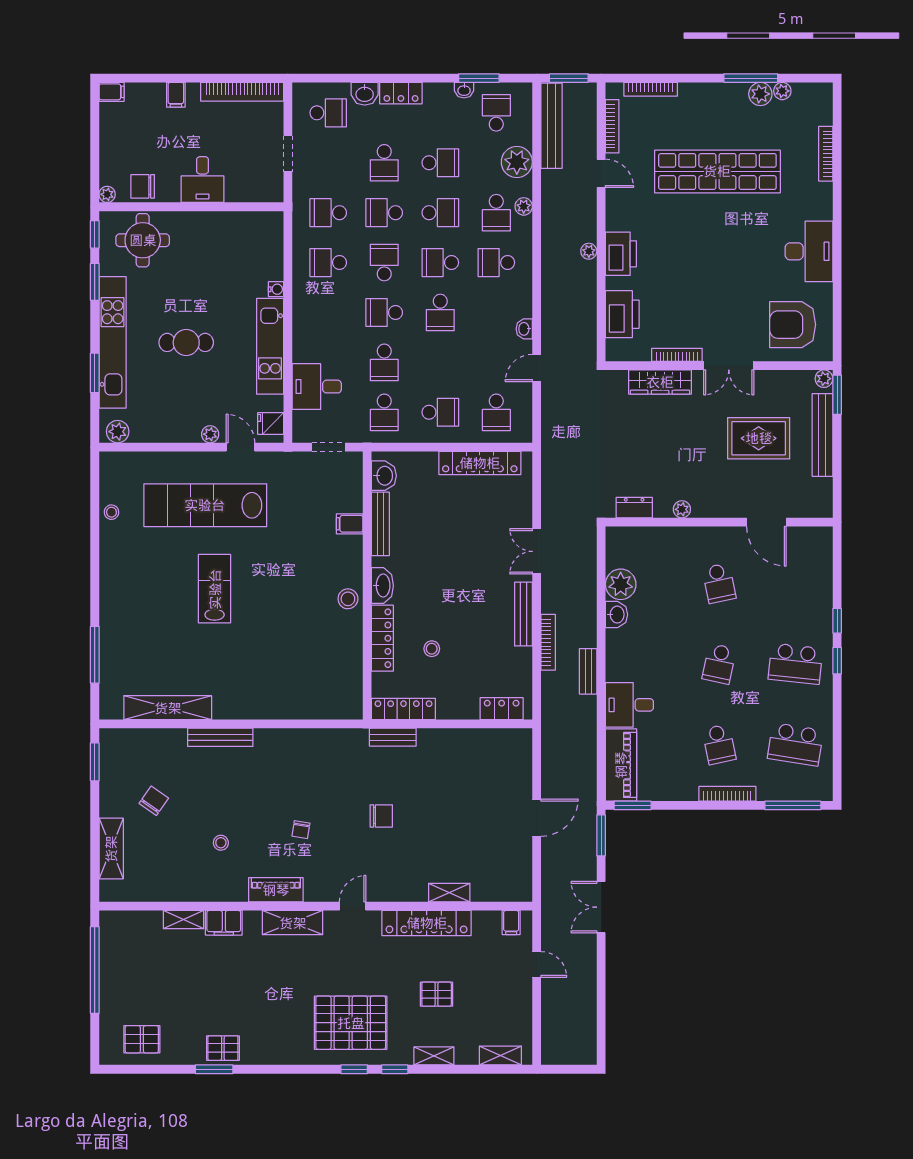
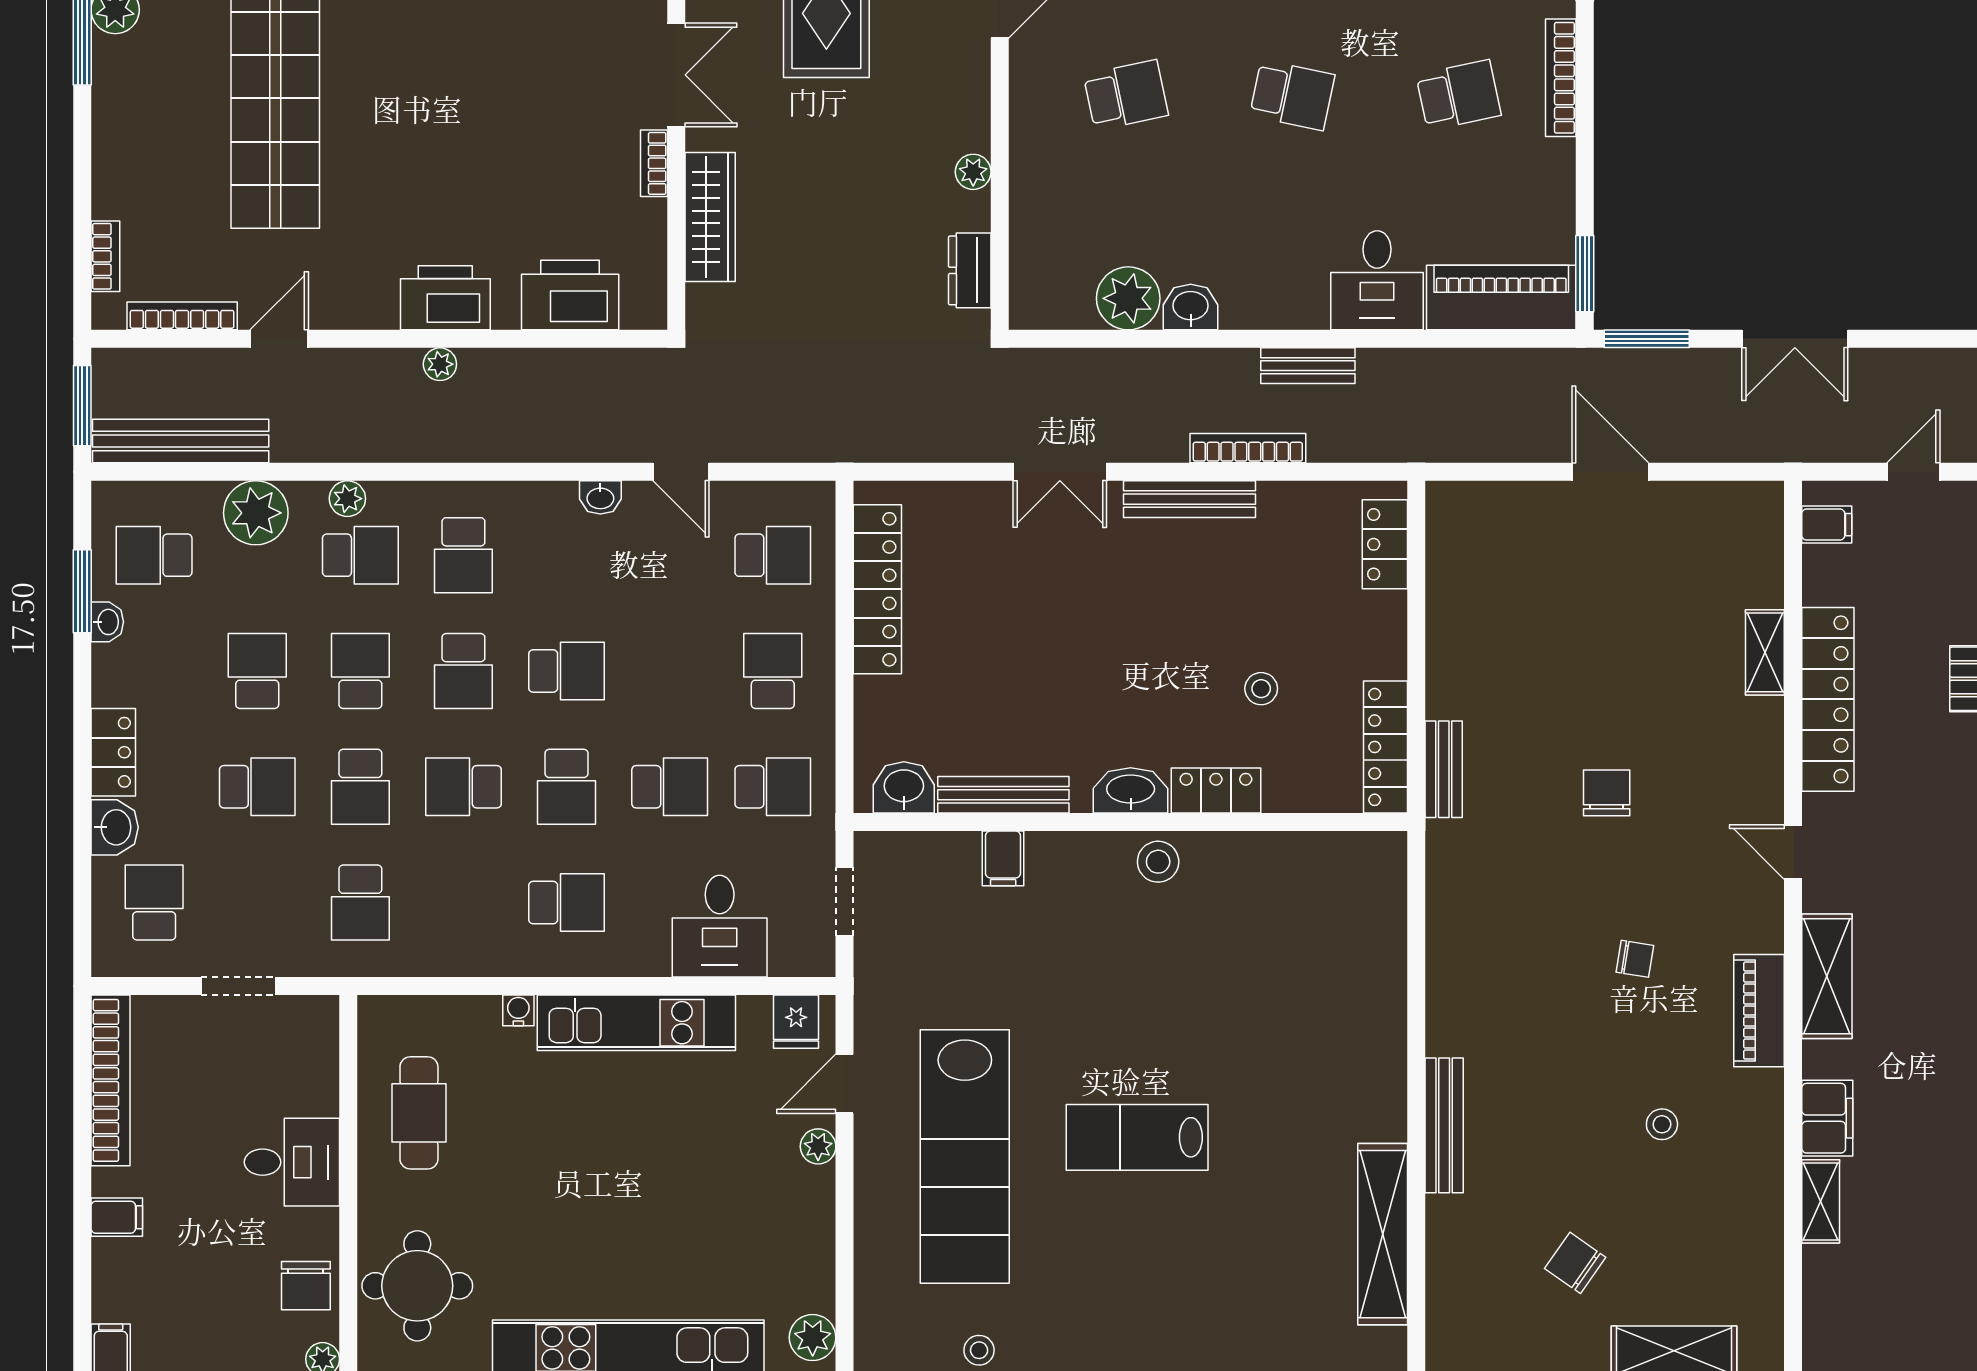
bookcase: (651, 89) -> (105, 256), width x0.64
school desk: (328, 263) -> (567, 903), moved, turned -90
cafe table: (186, 342) -> (419, 1113), moved
bookcase: (677, 355) -> (654, 163), width x0.64
locker: (382, 638) -> (1216, 790), width x0.66

